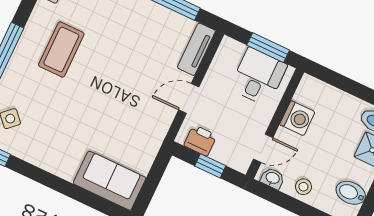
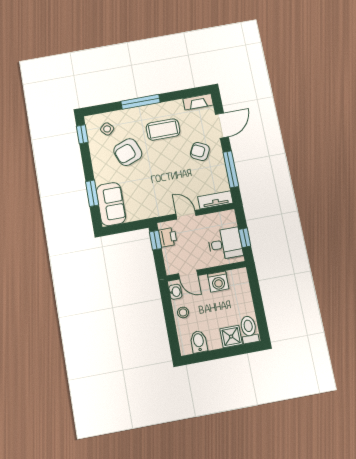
armchair: (122, 24) -> (200, 151), added
window: (268, 48) -> (245, 238), width x0.67
armchair: (59, 114) -> (128, 152), added
window: (210, 166) -> (155, 240), moved
window: (79, 194) -> (92, 193), added

